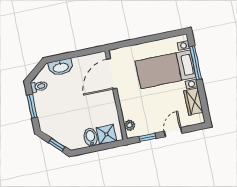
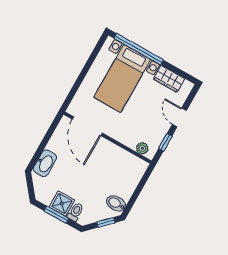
window: (196, 63) -> (139, 49), width x1.46
toilet: (39, 87) -> (75, 212), moved
shower: (106, 134) -> (62, 204), moved
bidet: (91, 137) -> (116, 203), moved

